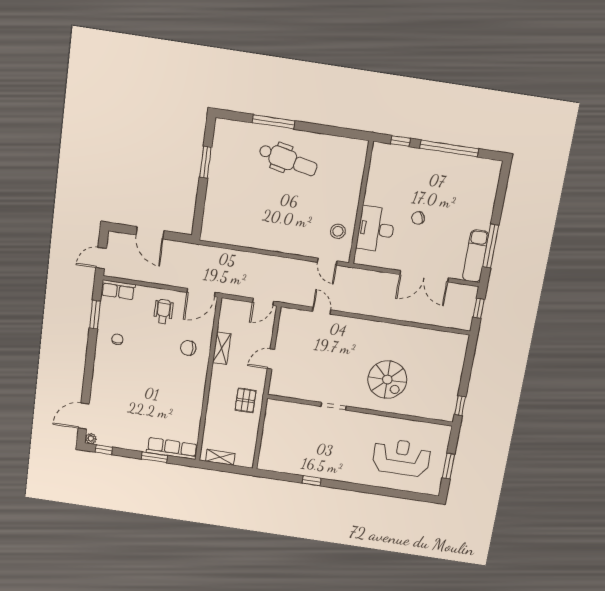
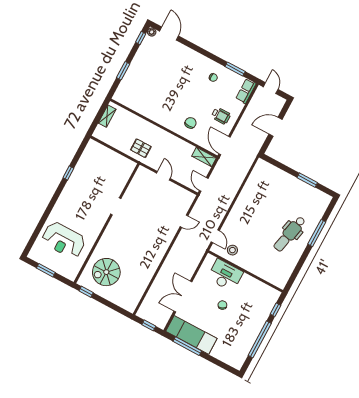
exam couch: (476, 256) -> (191, 335), width x1.36, depth x1.45
door: (327, 262) -> (215, 236), swing flipped
shelving: (222, 348) -> (204, 157), moved
spiral stairs: (387, 380) -> (106, 272), moved
row of seats: (172, 448) -> (125, 85), removed
reception desk: (401, 457) -> (64, 240), turned 90

